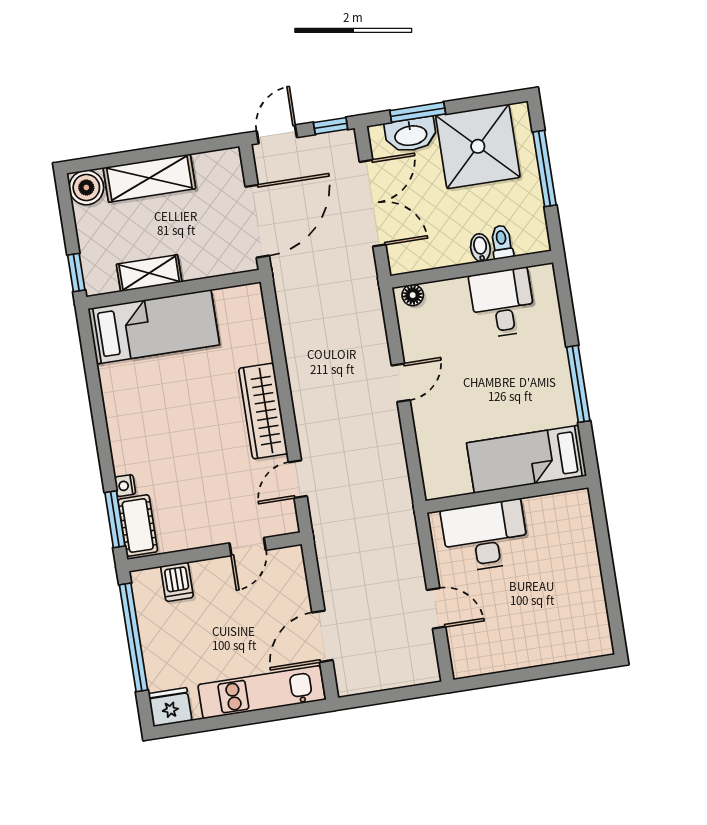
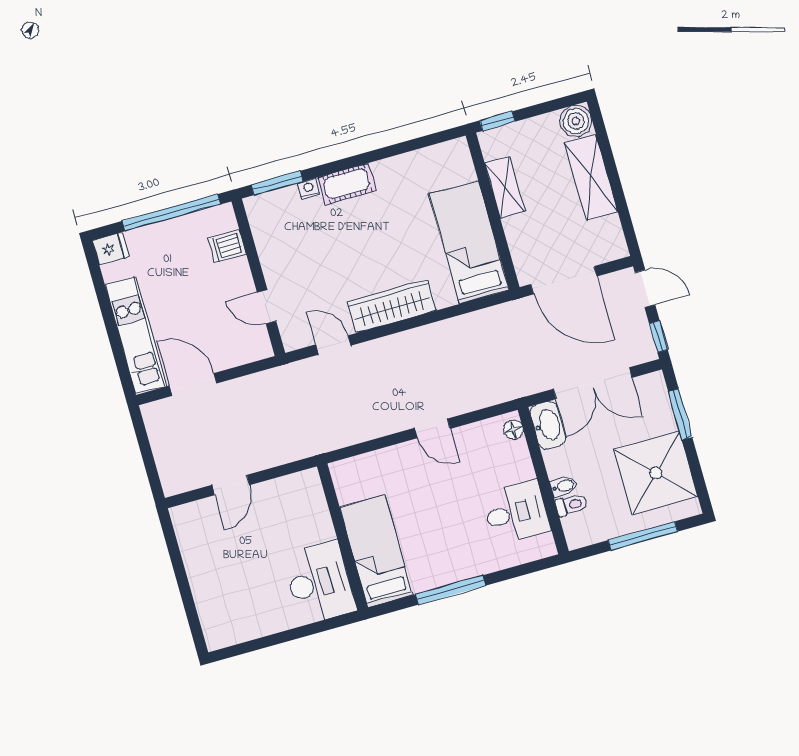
washbasin: (411, 135) -> (548, 425), moved, turned 180
bed: (154, 327) -> (469, 242), moved, turned 180
cot: (138, 525) -> (347, 184), moved
desk: (485, 536) -> (319, 583), moved
fridge: (170, 707) -> (111, 249), width x0.72

